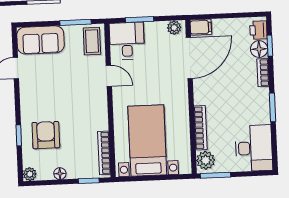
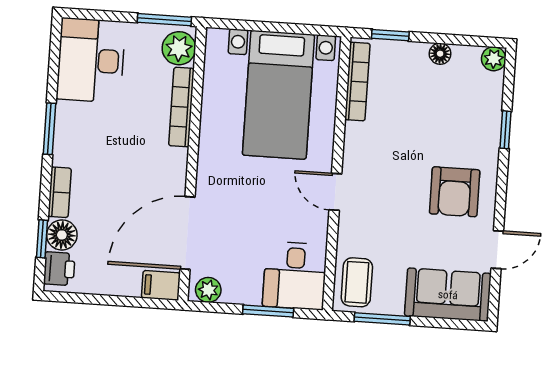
door: (109, 76) -> (335, 192), moved
armchair: (46, 135) -> (455, 192), moved

